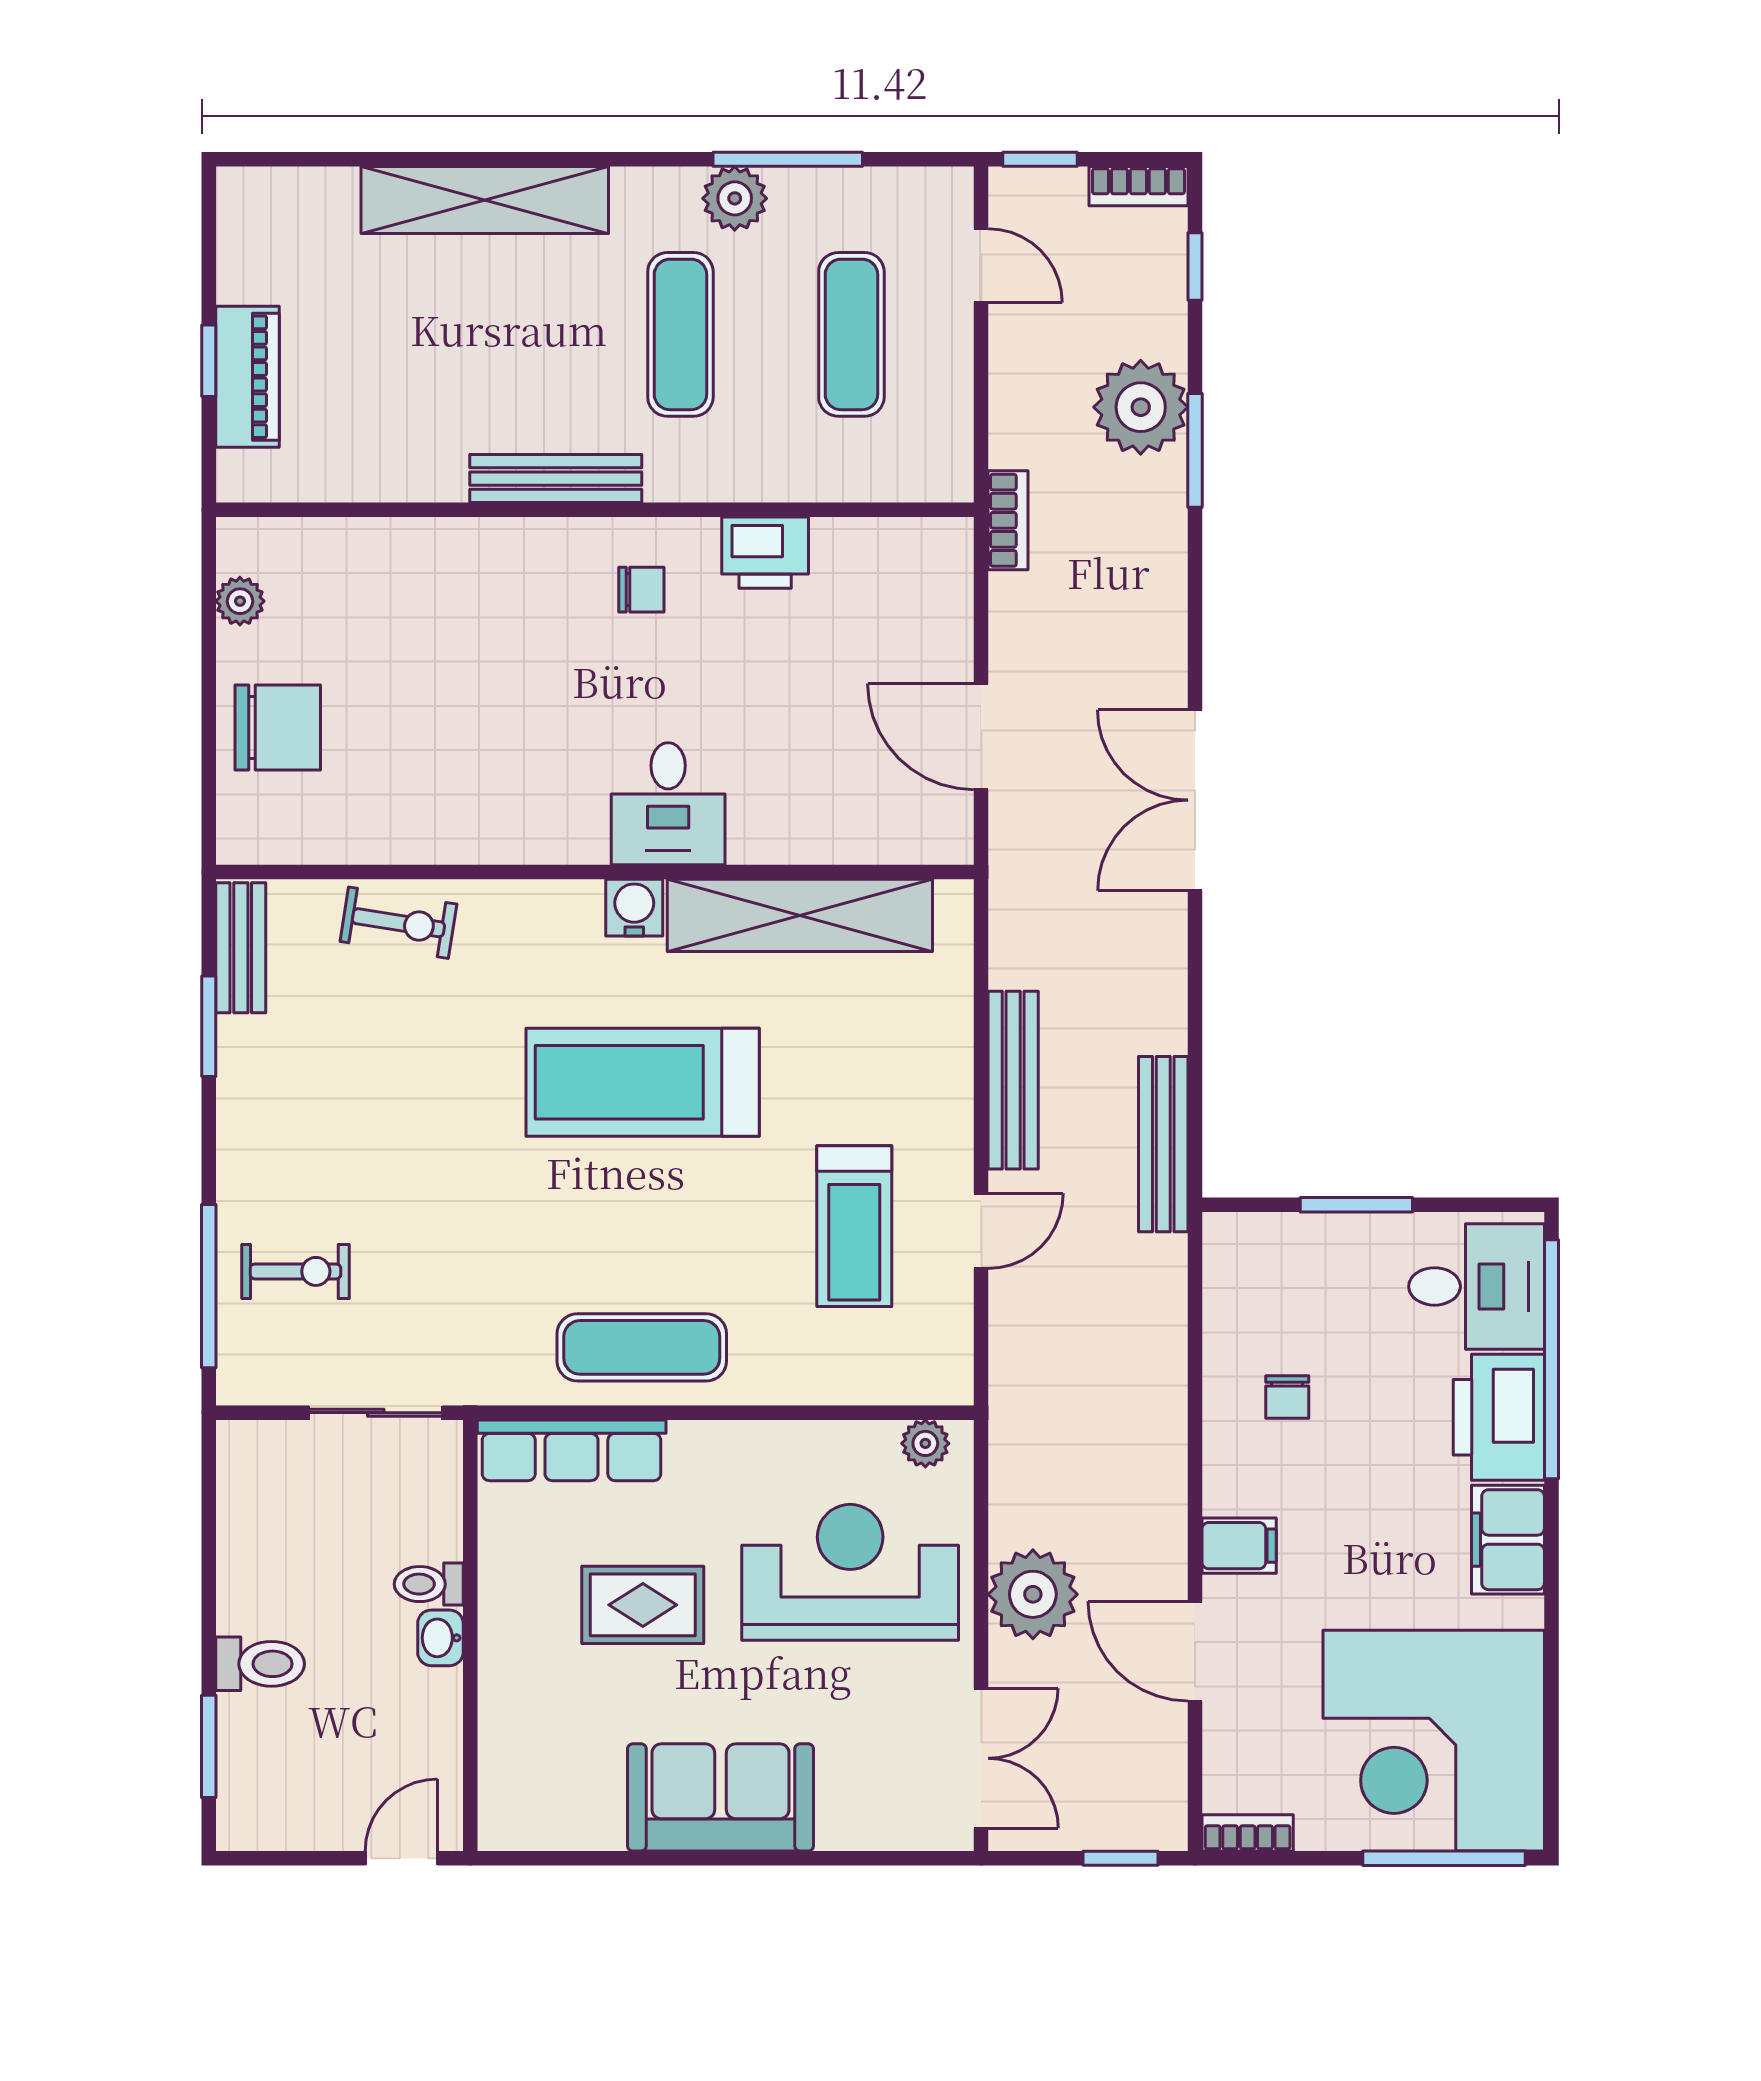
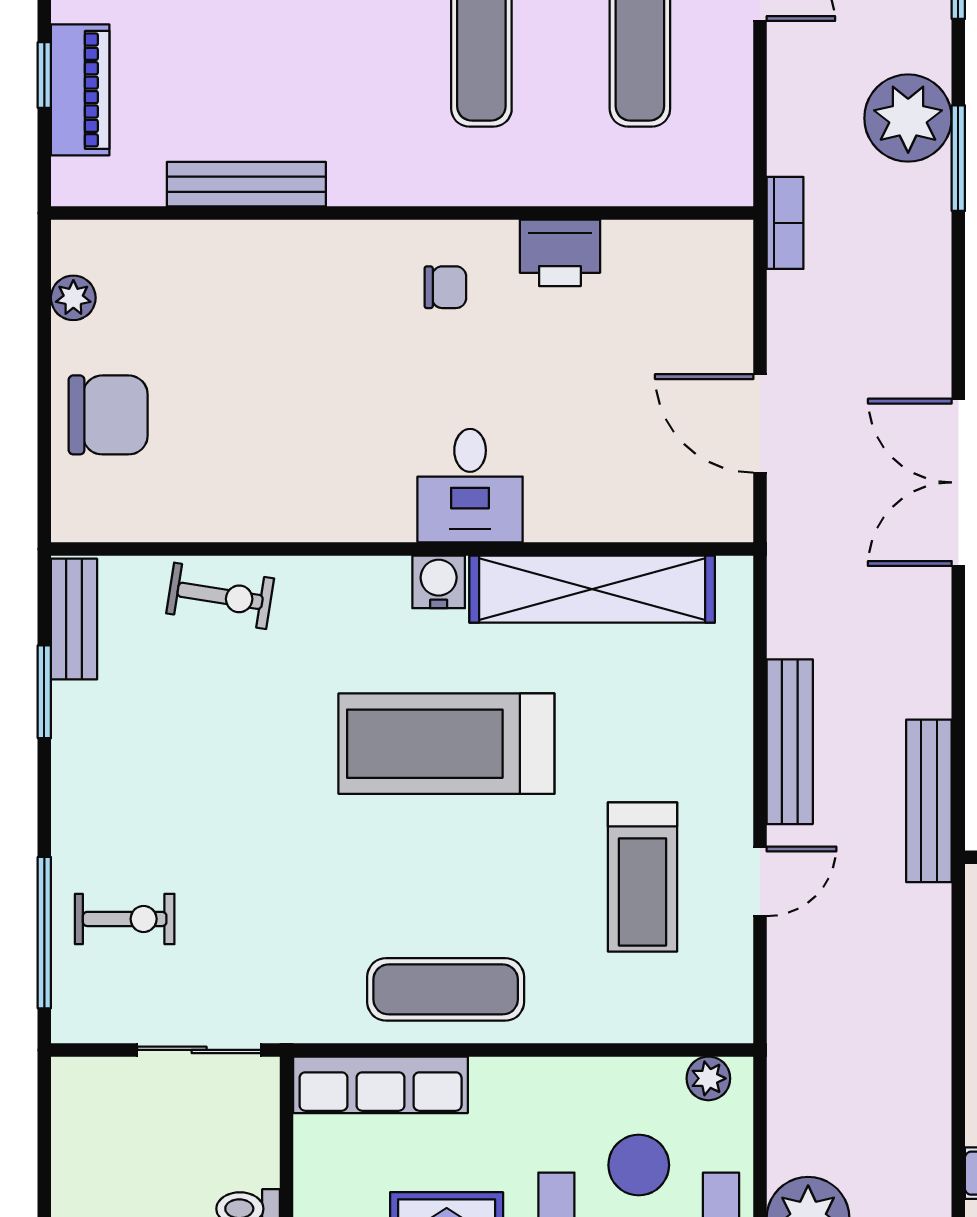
bench: (556, 479) -> (246, 184), moved

